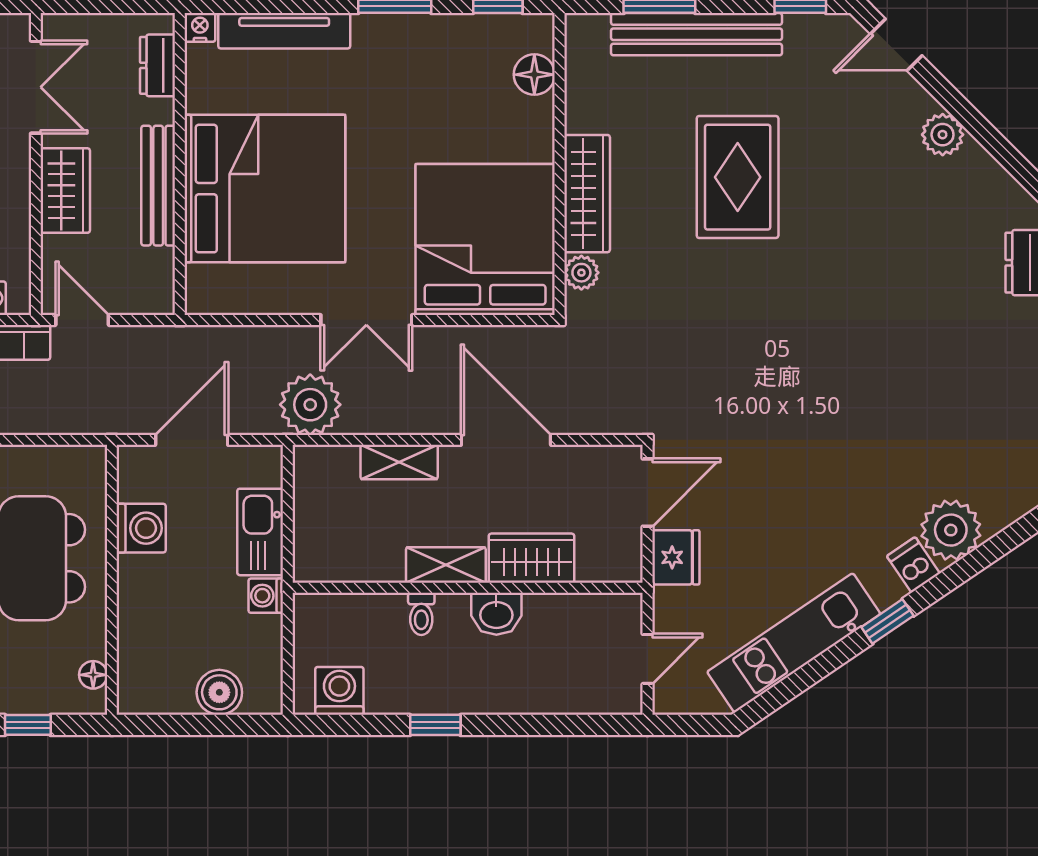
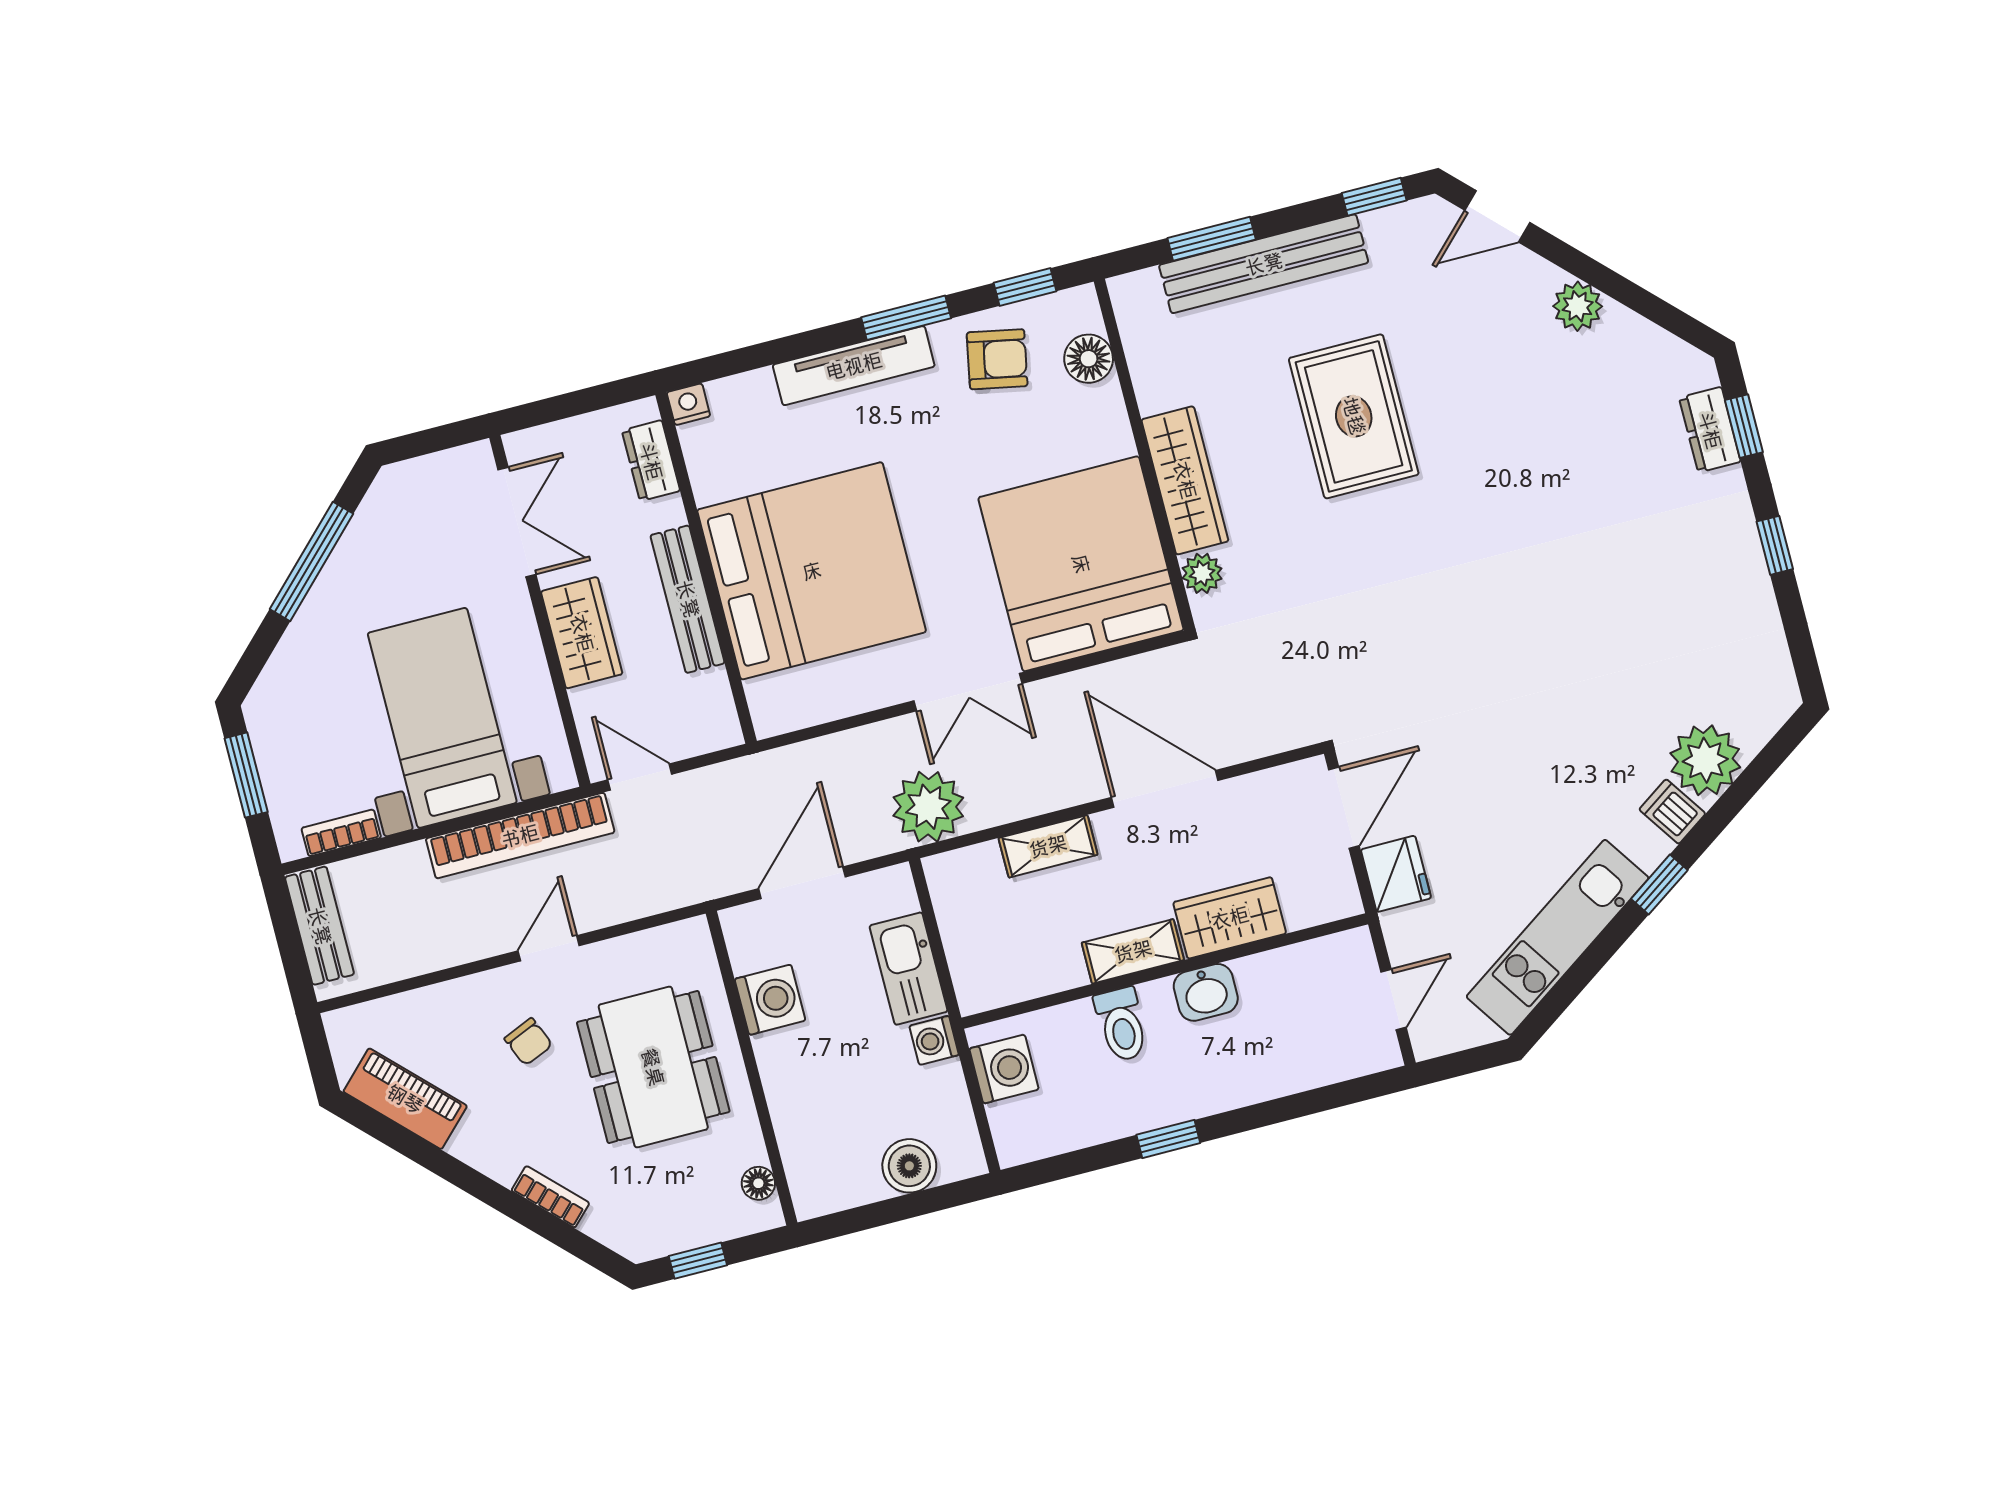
tv unit: (284, 31) -> (854, 366), moved
armchair: (460, 56) -> (997, 359), added
toilet: (421, 614) -> (1121, 1024), width x1.37, depth x1.39
washing machine: (339, 691) -> (1004, 1069), moved, turned 90

